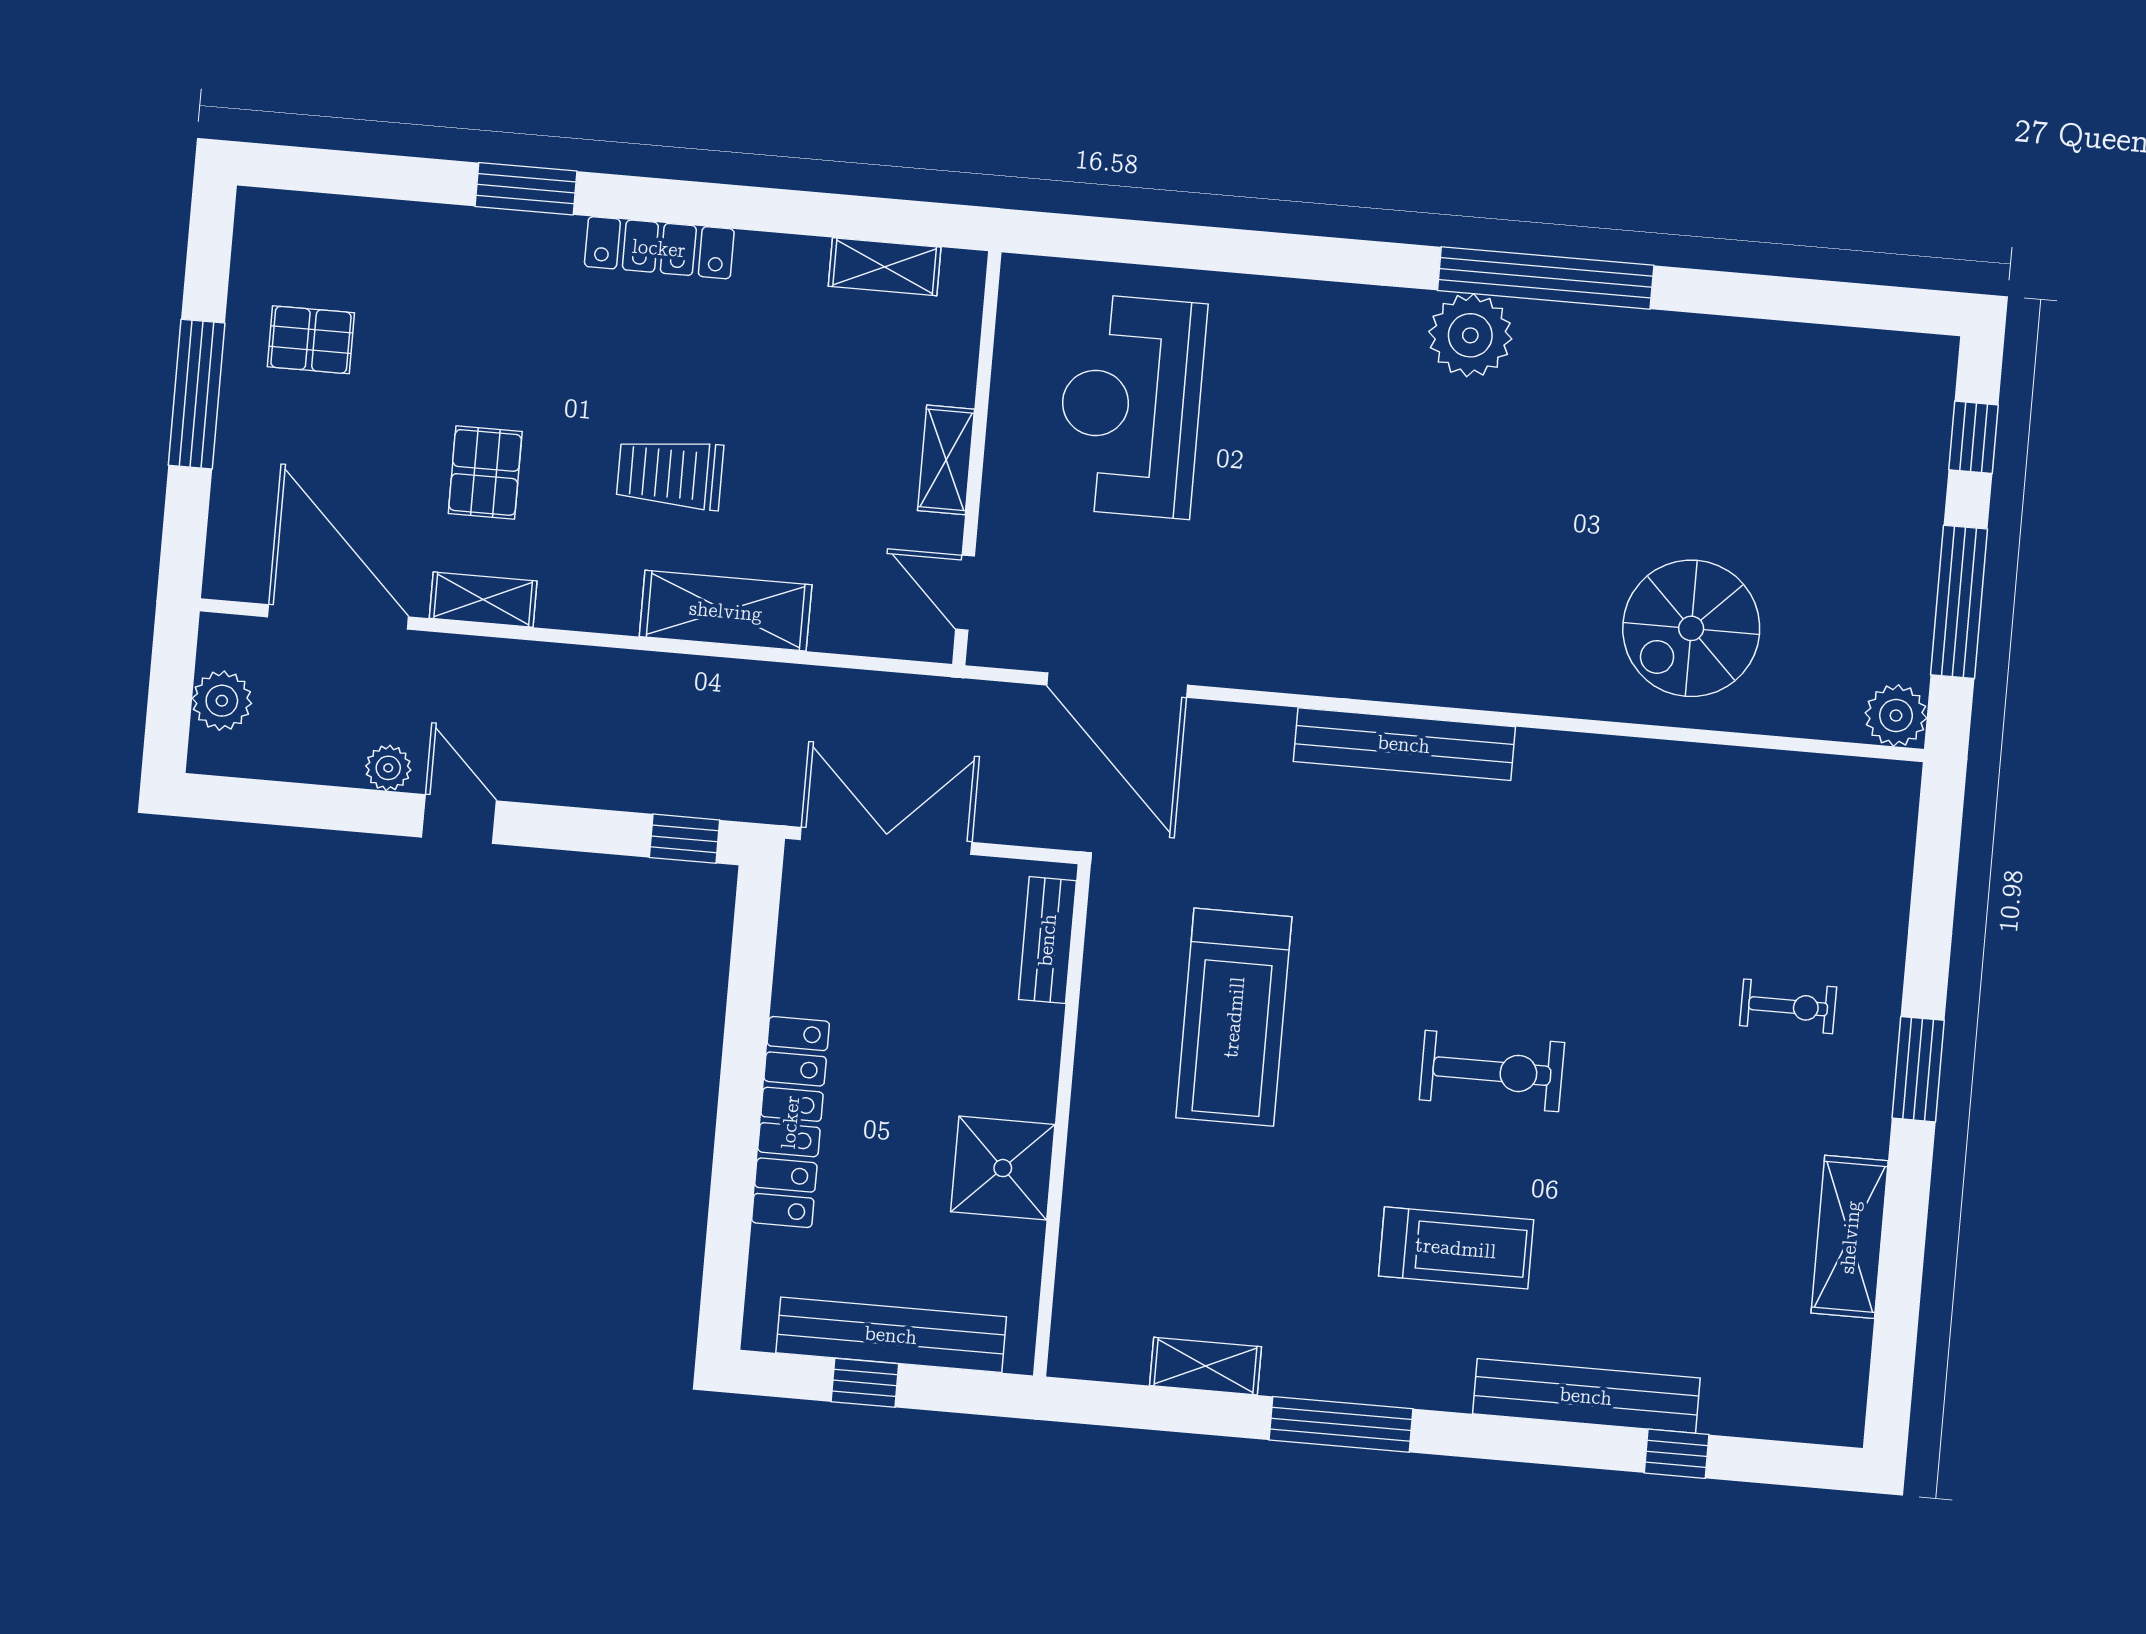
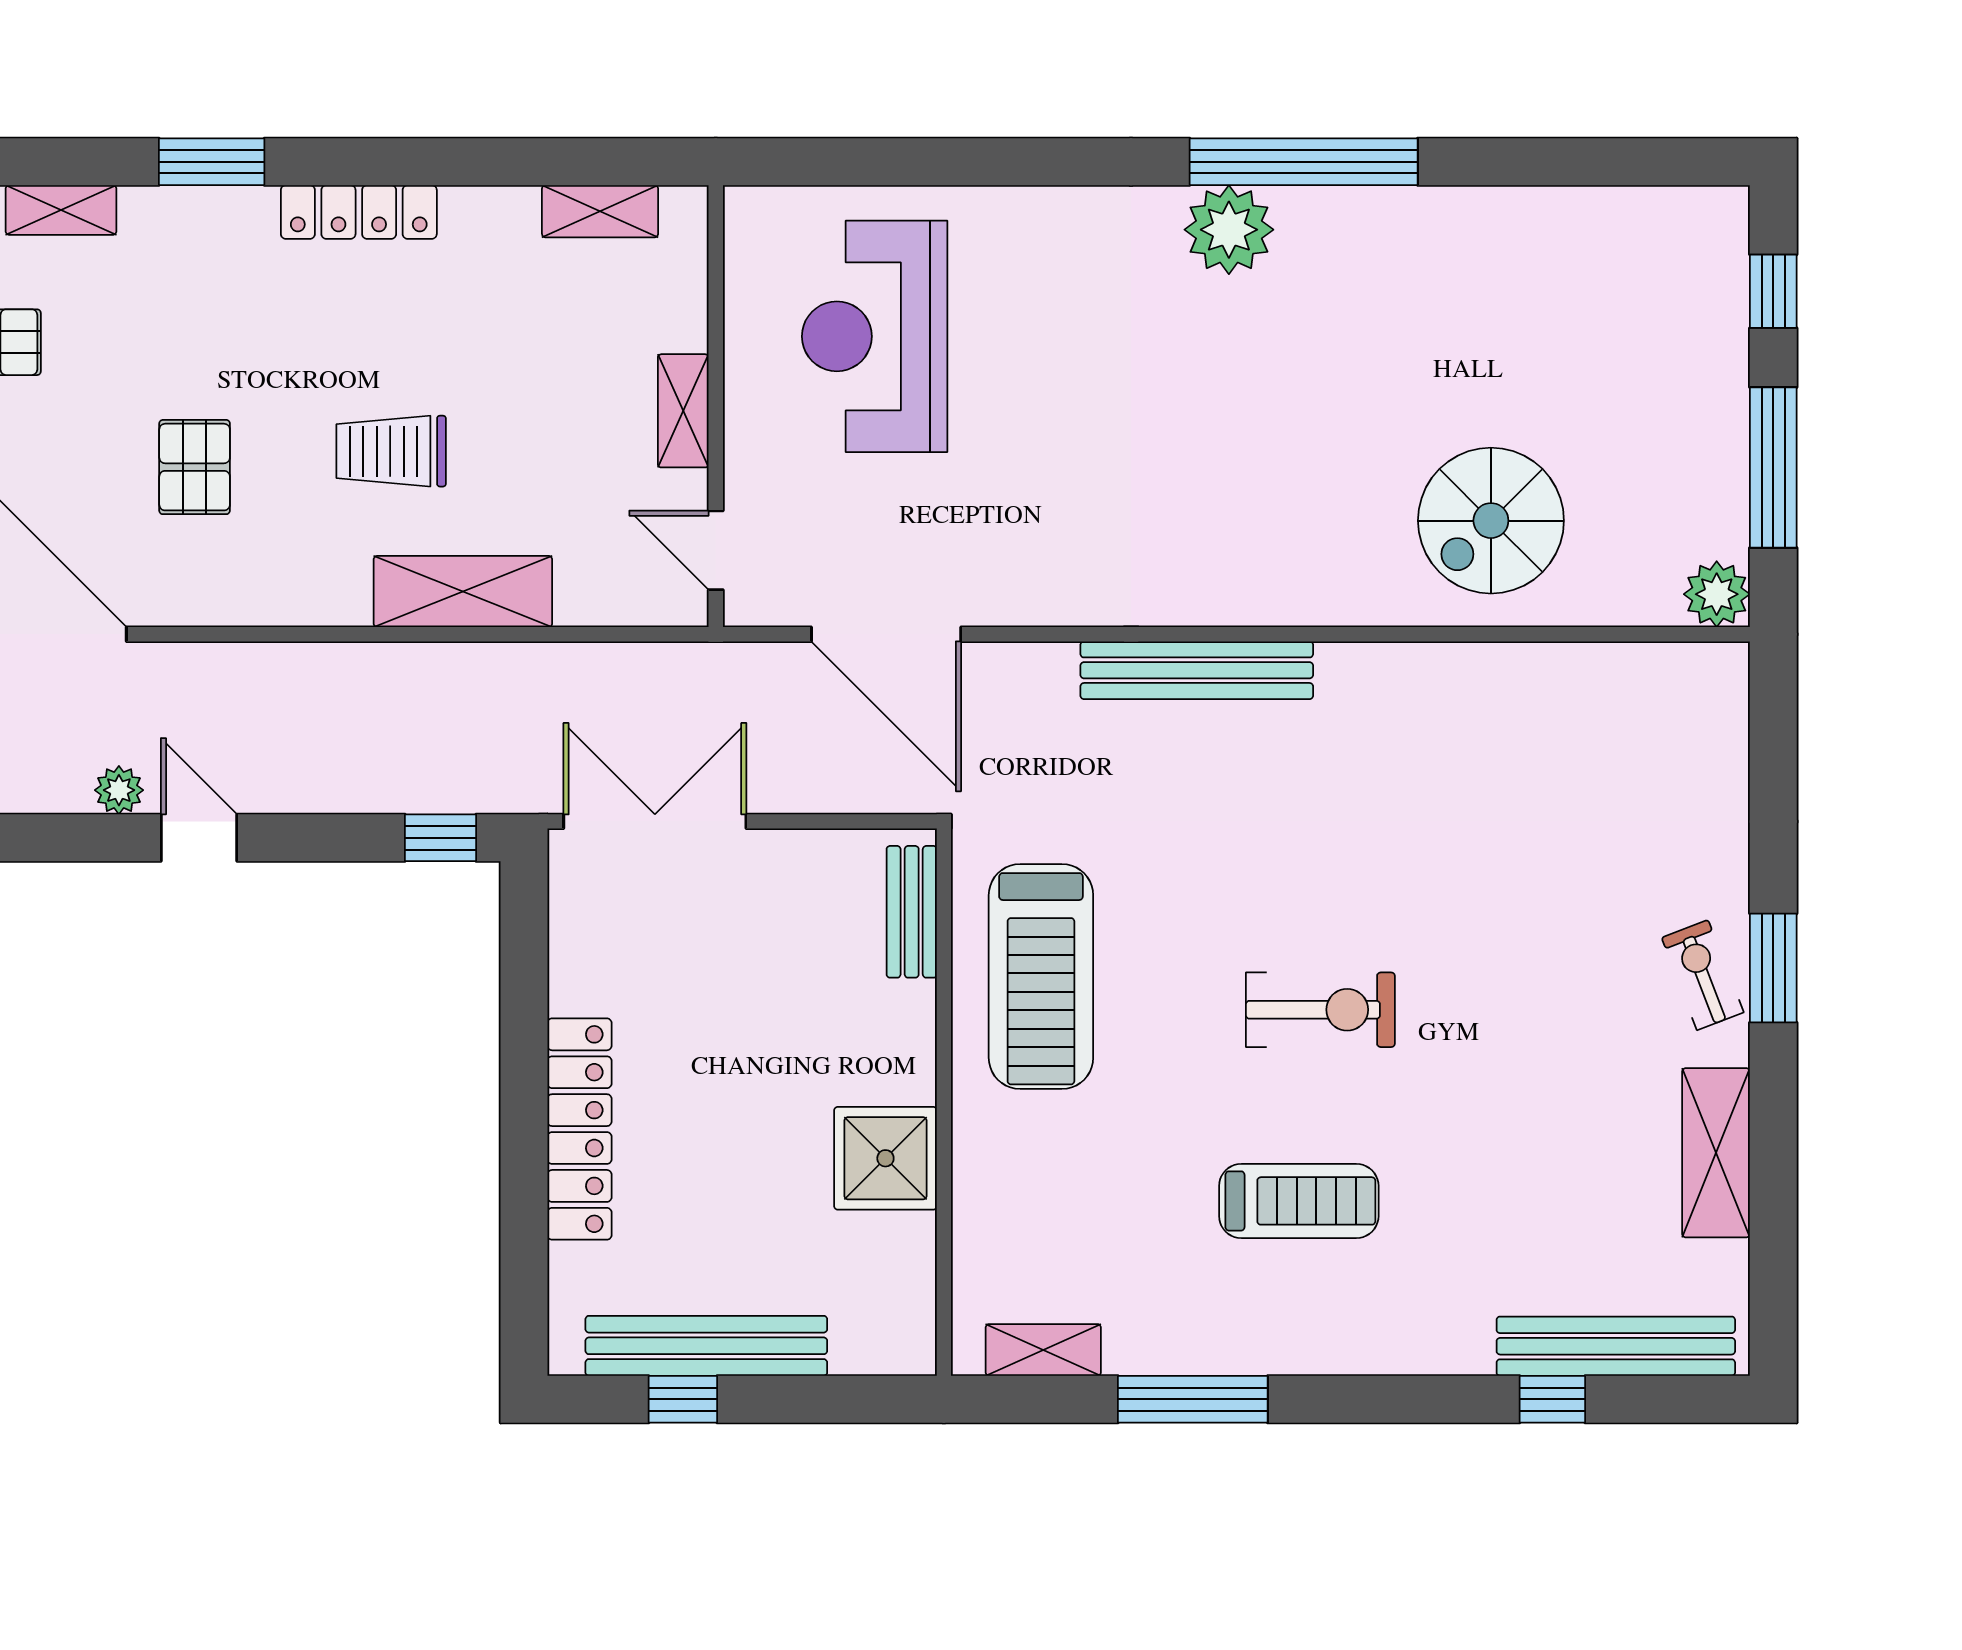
shelving: (483, 600) -> (61, 210), moved
bench: (1047, 940) -> (912, 912), moved
exercise bike: (1788, 1006) -> (1703, 975), moved, turned -111
wall: (1062, 1120) -> (944, 1102), moved
shower: (1003, 1168) -> (885, 1158), moved
bench: (1586, 1396) -> (1616, 1346), moved

